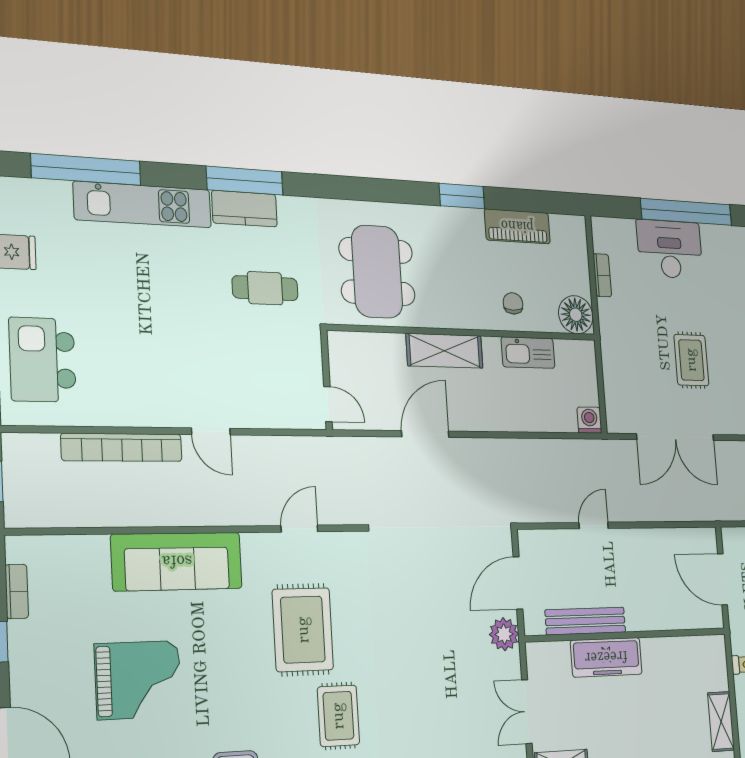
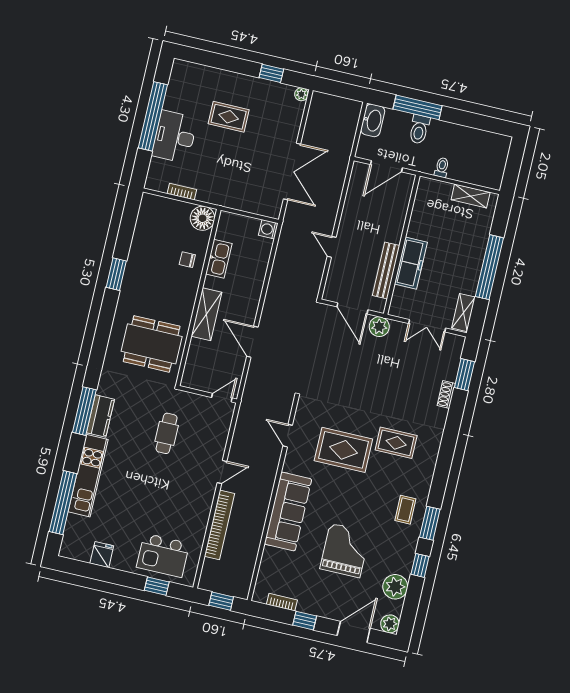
piano: (517, 226) -> (141, 242), removed
cafe table: (265, 288) -> (167, 433), moved
rug: (691, 360) -> (229, 117), moved

